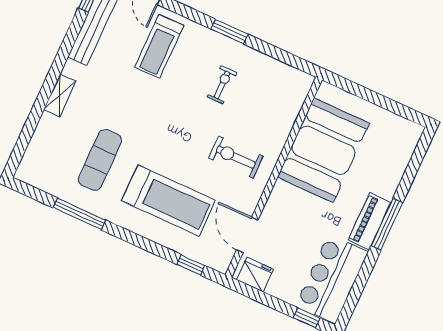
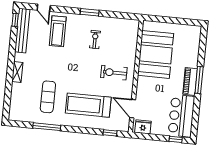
treadmill: (169, 201) -> (88, 105), turned 180

